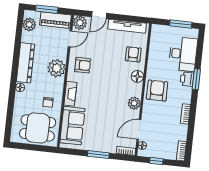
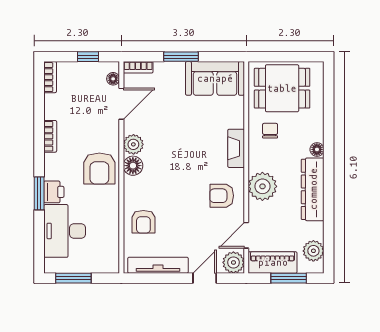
floor lamp: (137, 76) -> (133, 166), moved
sofa: (72, 126) -> (215, 78), moved, turned -90

